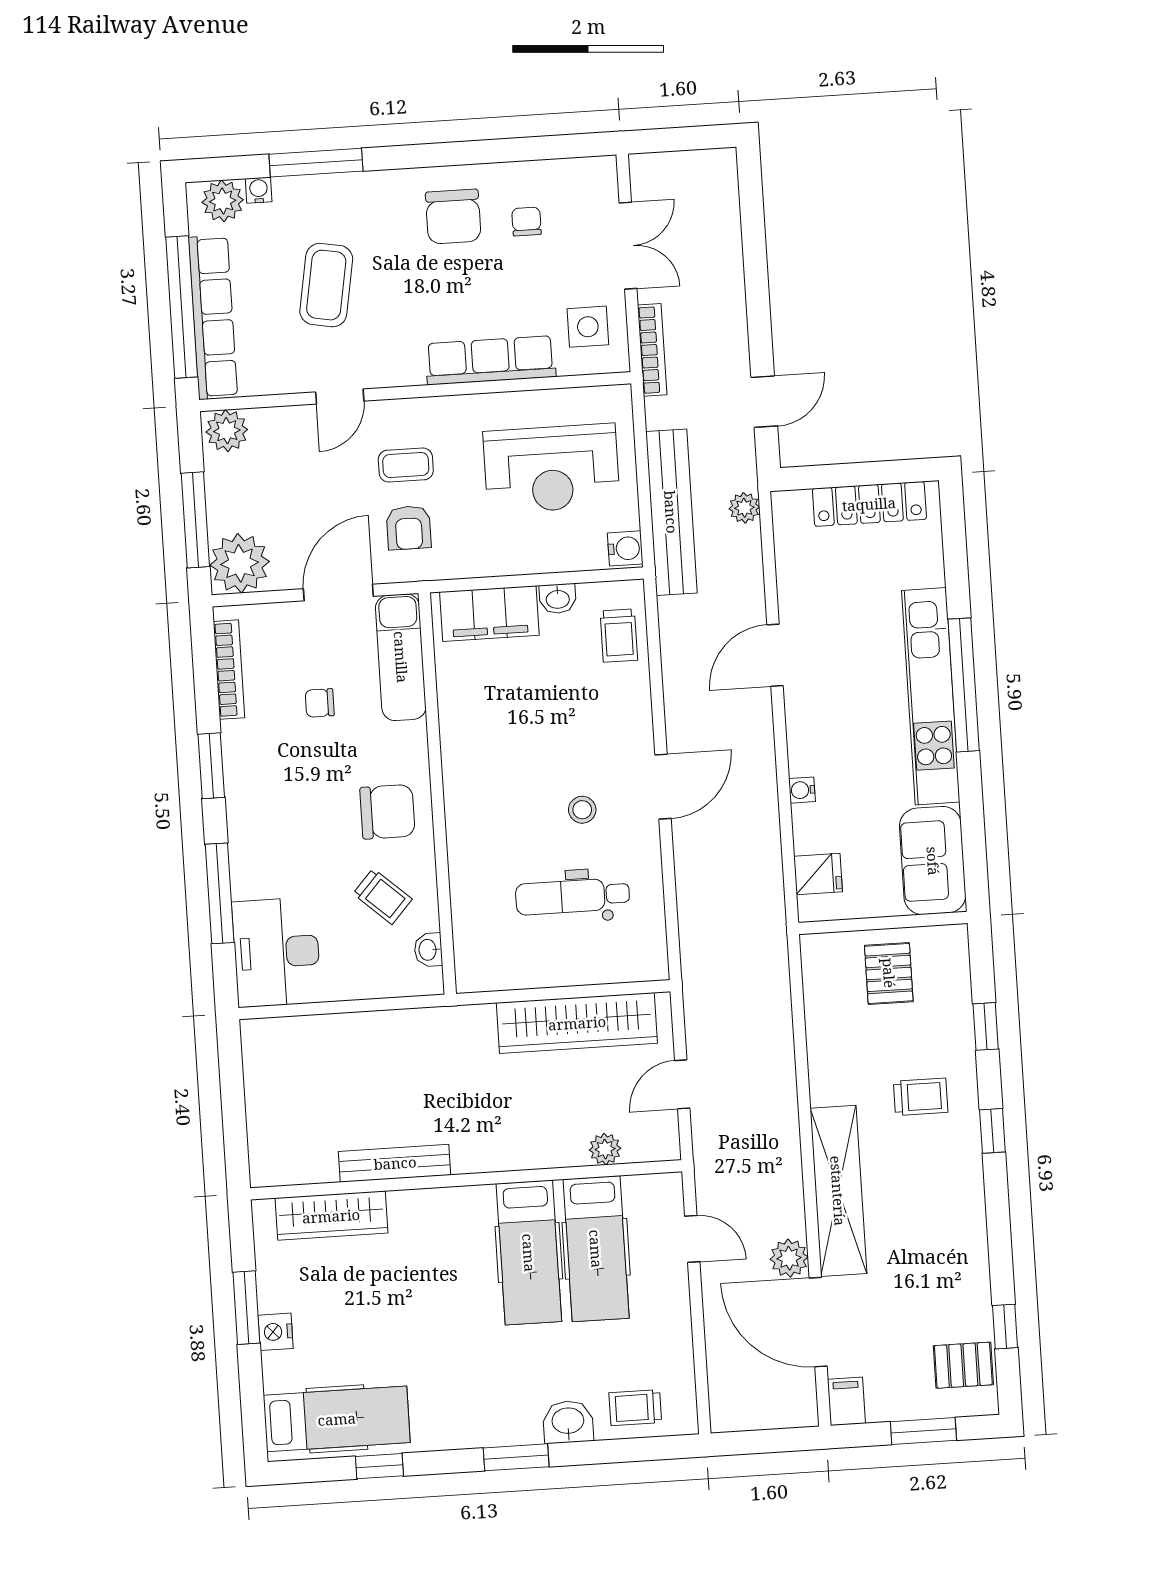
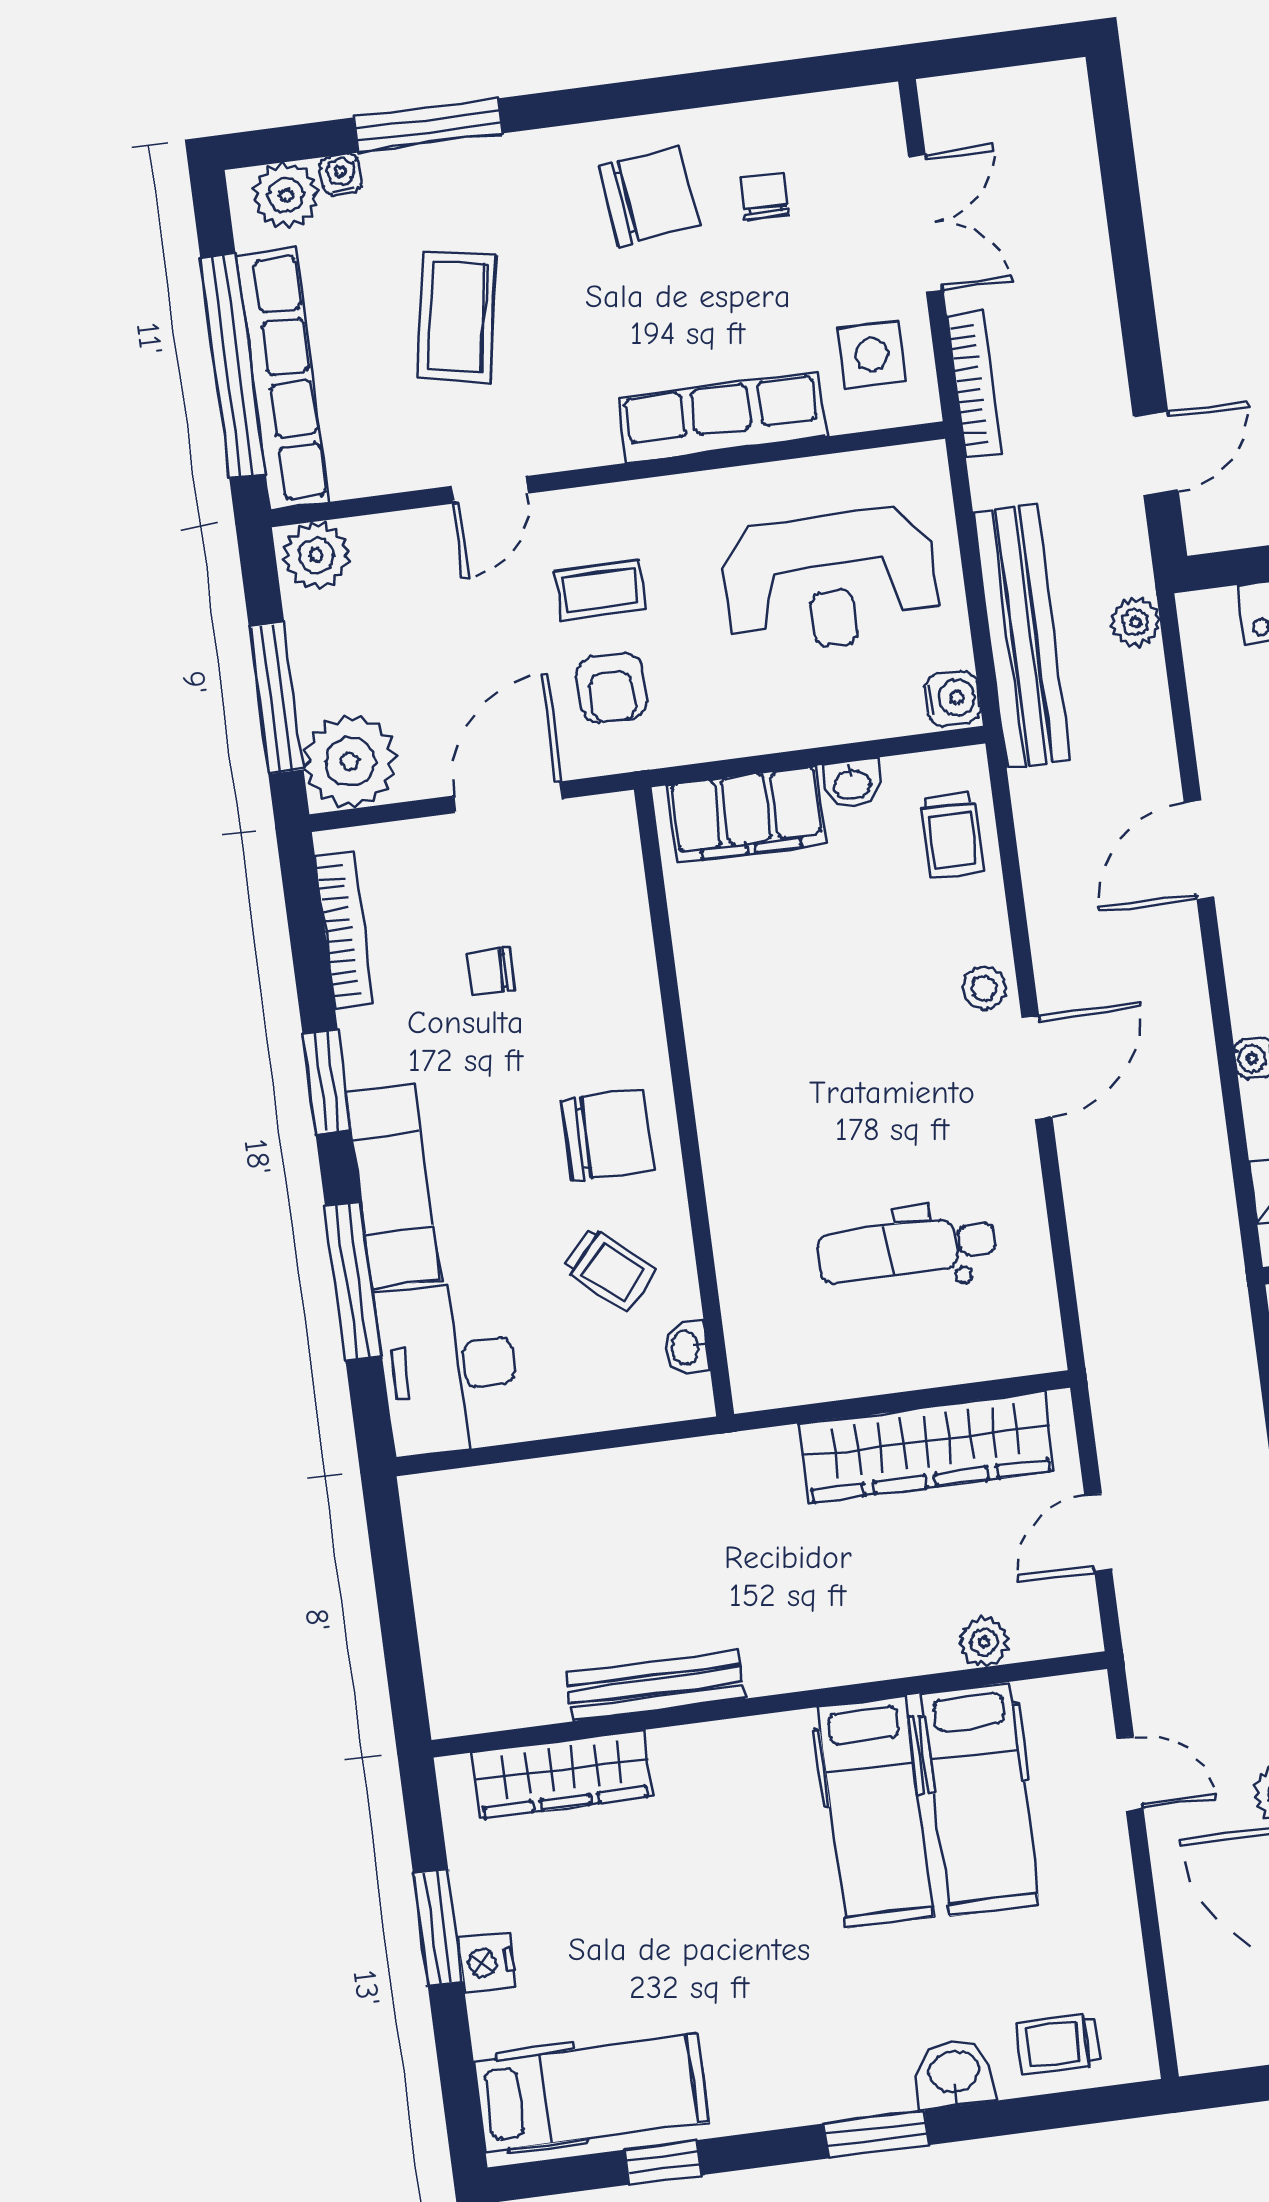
chair: (453, 217) -> (649, 196), turned -97
exam couch: (401, 657) -> (393, 1186), moved, turned 180
stool: (582, 810) -> (984, 988), moved

